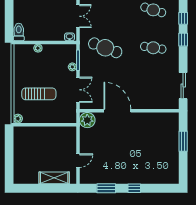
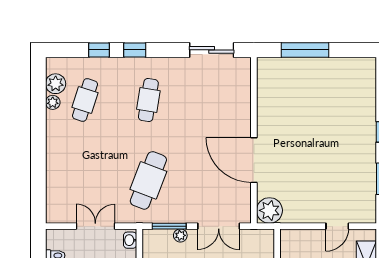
double door: (78, 90) -> (219, 226), swing flipped
door: (117, 111) -> (254, 160), hinge flipped
window: (183, 141) -> (305, 50), width x1.44
door: (78, 161) -> (337, 226), swing flipped

